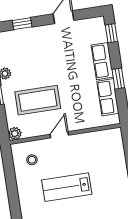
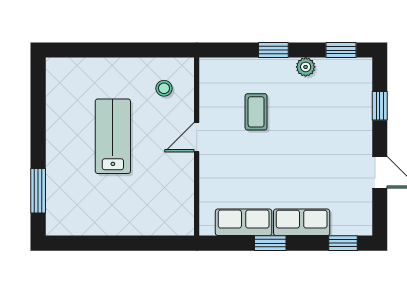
coffee table: (38, 100) -> (256, 112), width x0.54, depth x0.58
plant: (15, 133) -> (209, 68), removed
door: (59, 135) -> (197, 137), swing flipped

